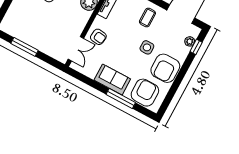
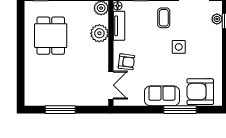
armchair: (165, 68) -> (207, 58), removed
armchair: (145, 93) -> (200, 92), turned -90

